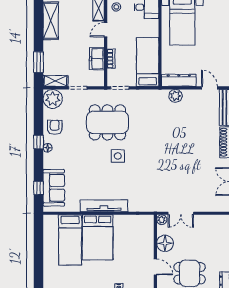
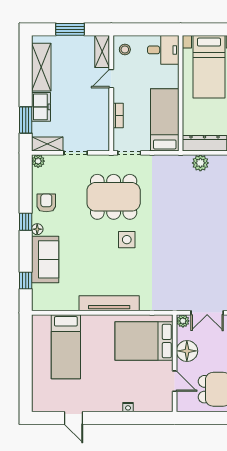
freezer: (97, 59) -> (41, 107), moved, turned 180
plant: (53, 99) -> (38, 161), width x0.53, depth x0.53
sofa: (54, 188) -> (45, 259), moved
bed: (98, 237) -> (144, 341), moved, turned 90

